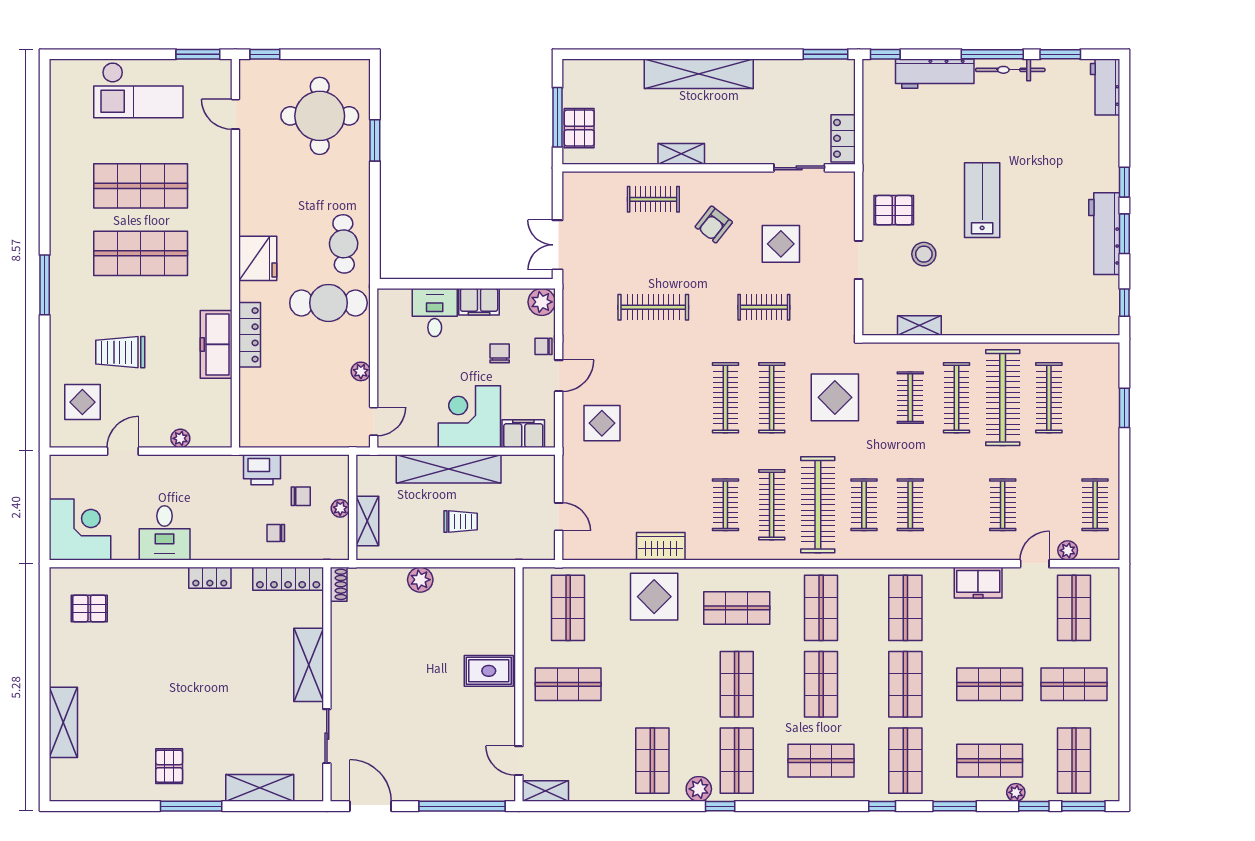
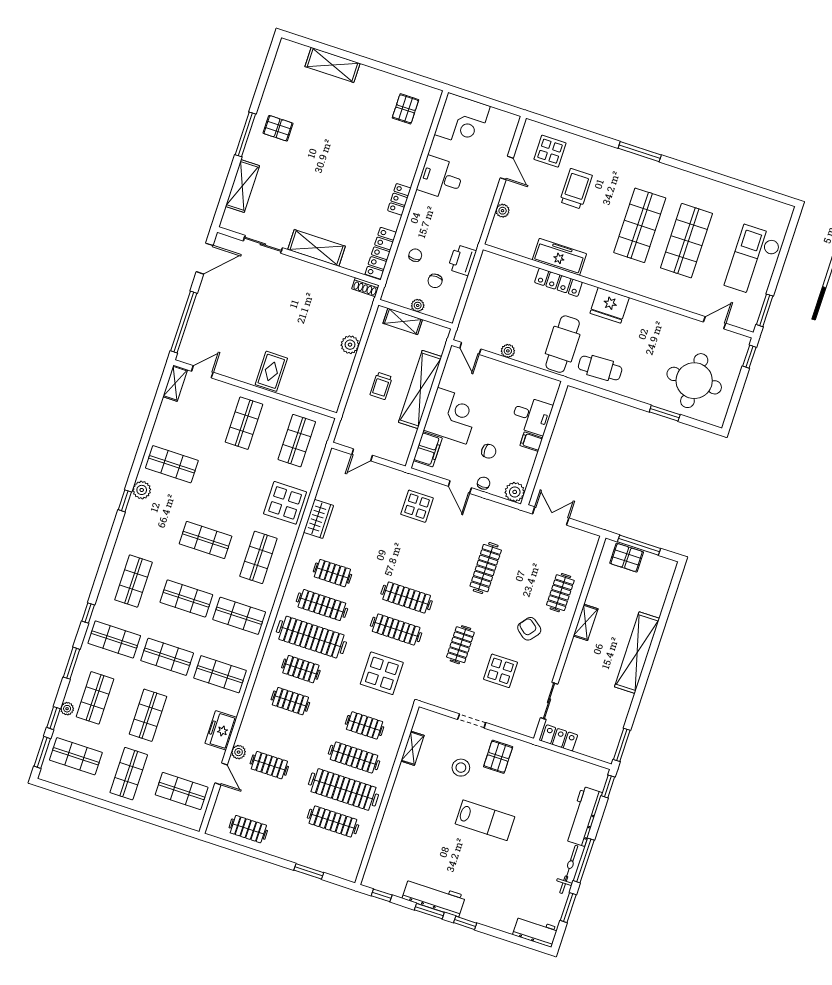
filing cabinet: (479, 302) -> (531, 442), width x0.50
plant: (1068, 550) -> (239, 752), moved
shop shelf: (568, 608) -> (297, 441), turned 90
shop shelf: (737, 761) -> (153, 523), removed

